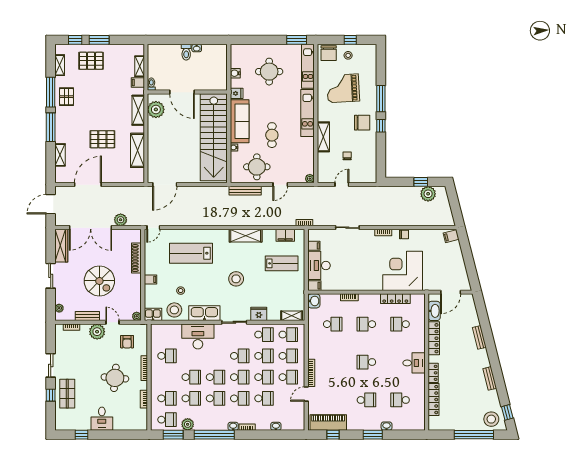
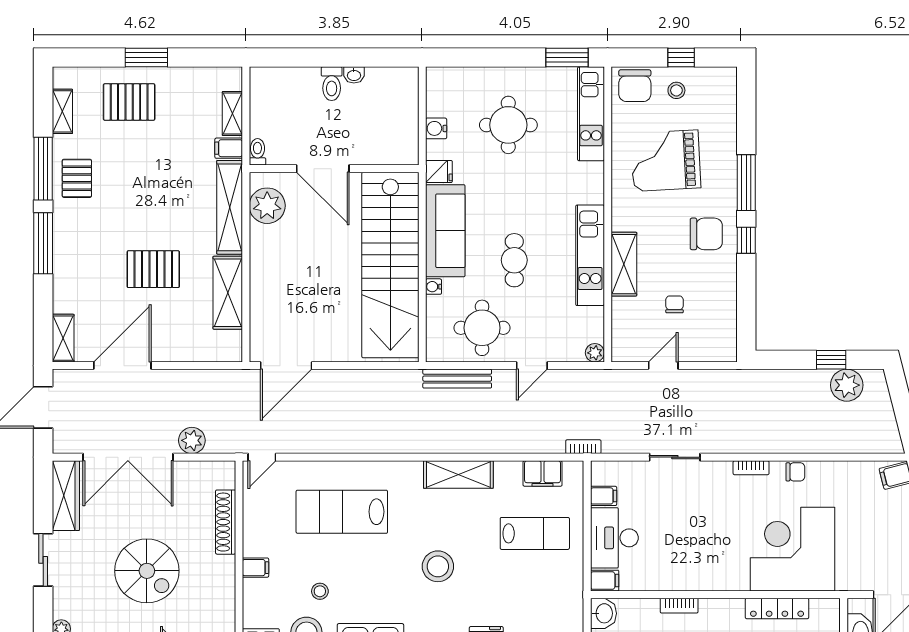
window: (75, 40) -> (95, 58), removed
shelving: (138, 110) -> (230, 207), width x1.47
kitchen unit: (308, 113) -> (590, 255), moved
shelving: (60, 155) -> (63, 338), moved

